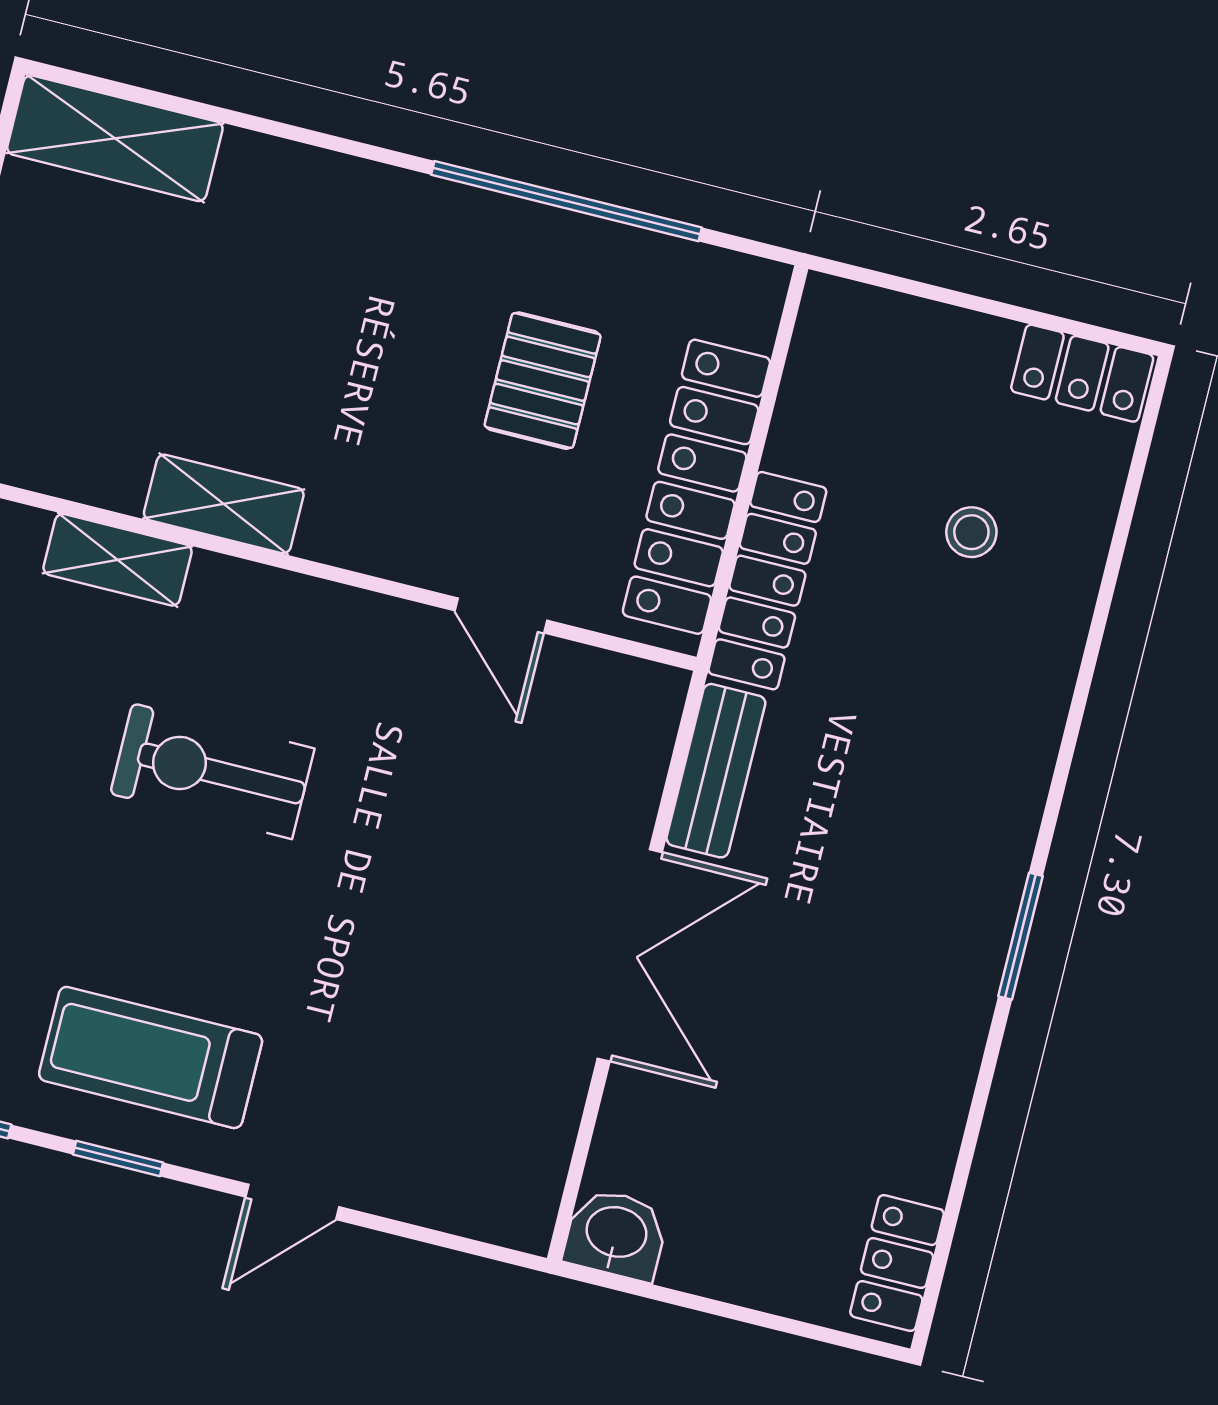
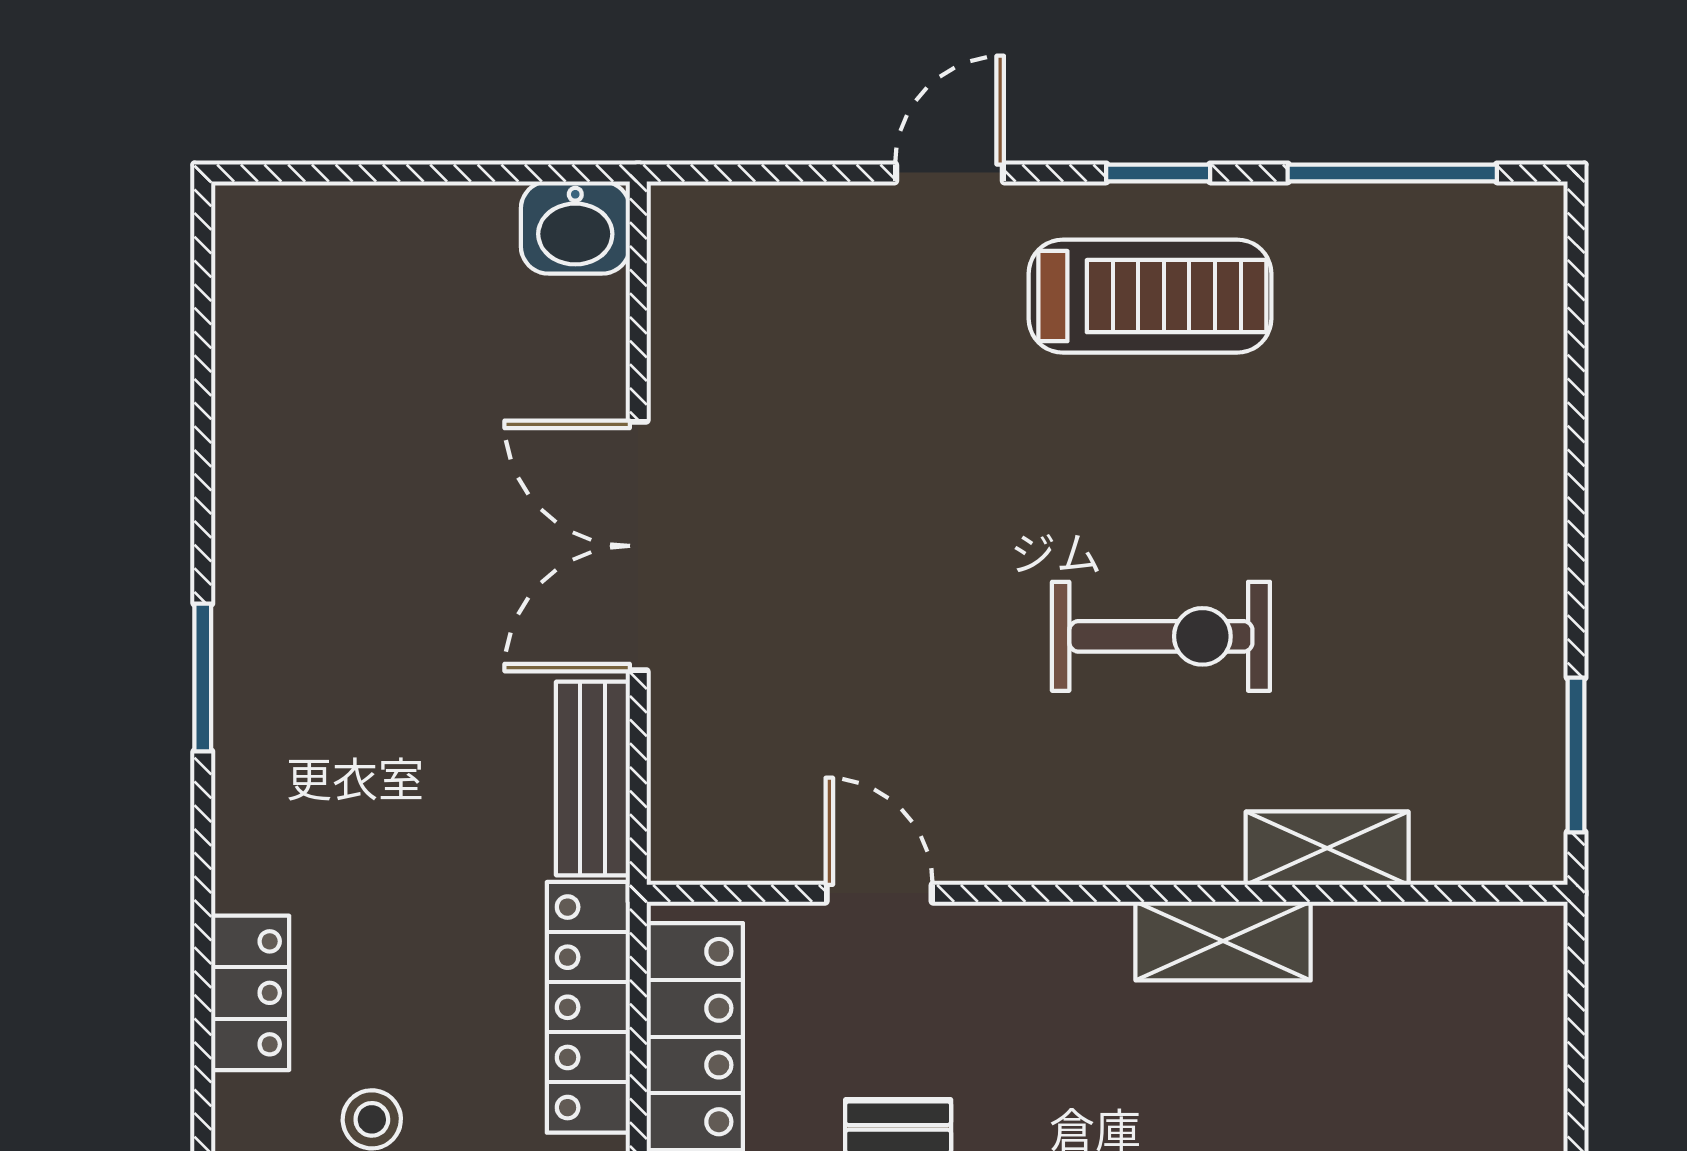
locker: (897, 1263) -> (250, 993), moved

